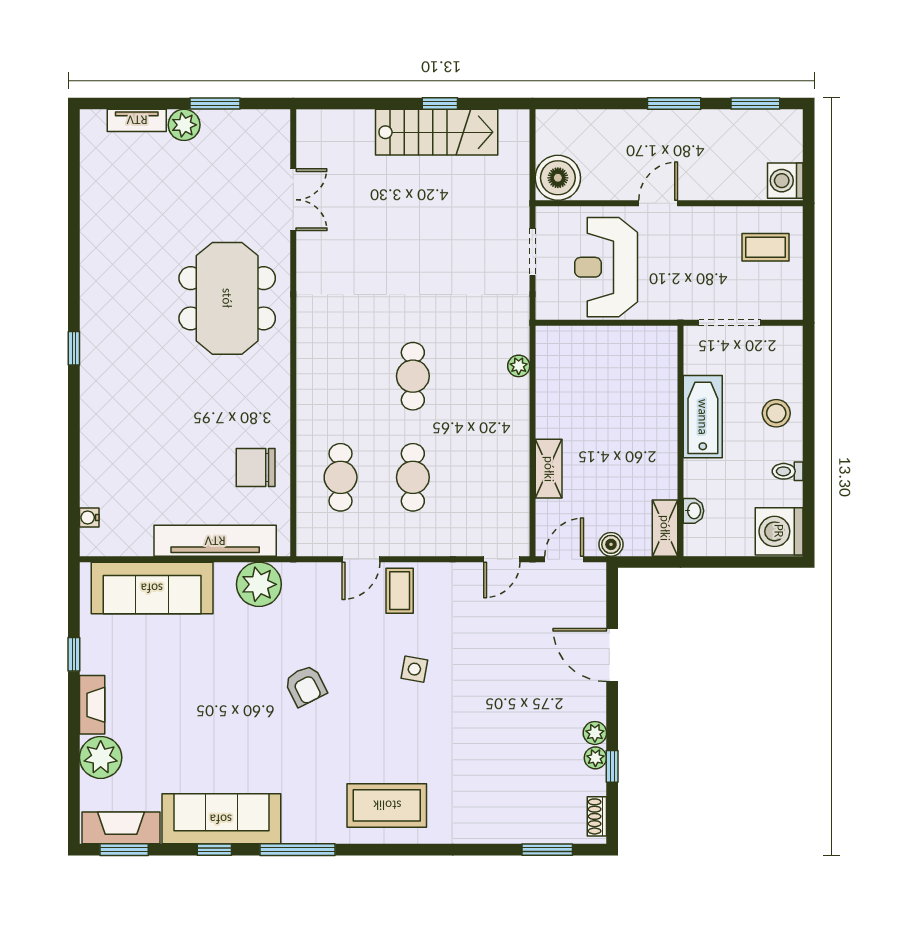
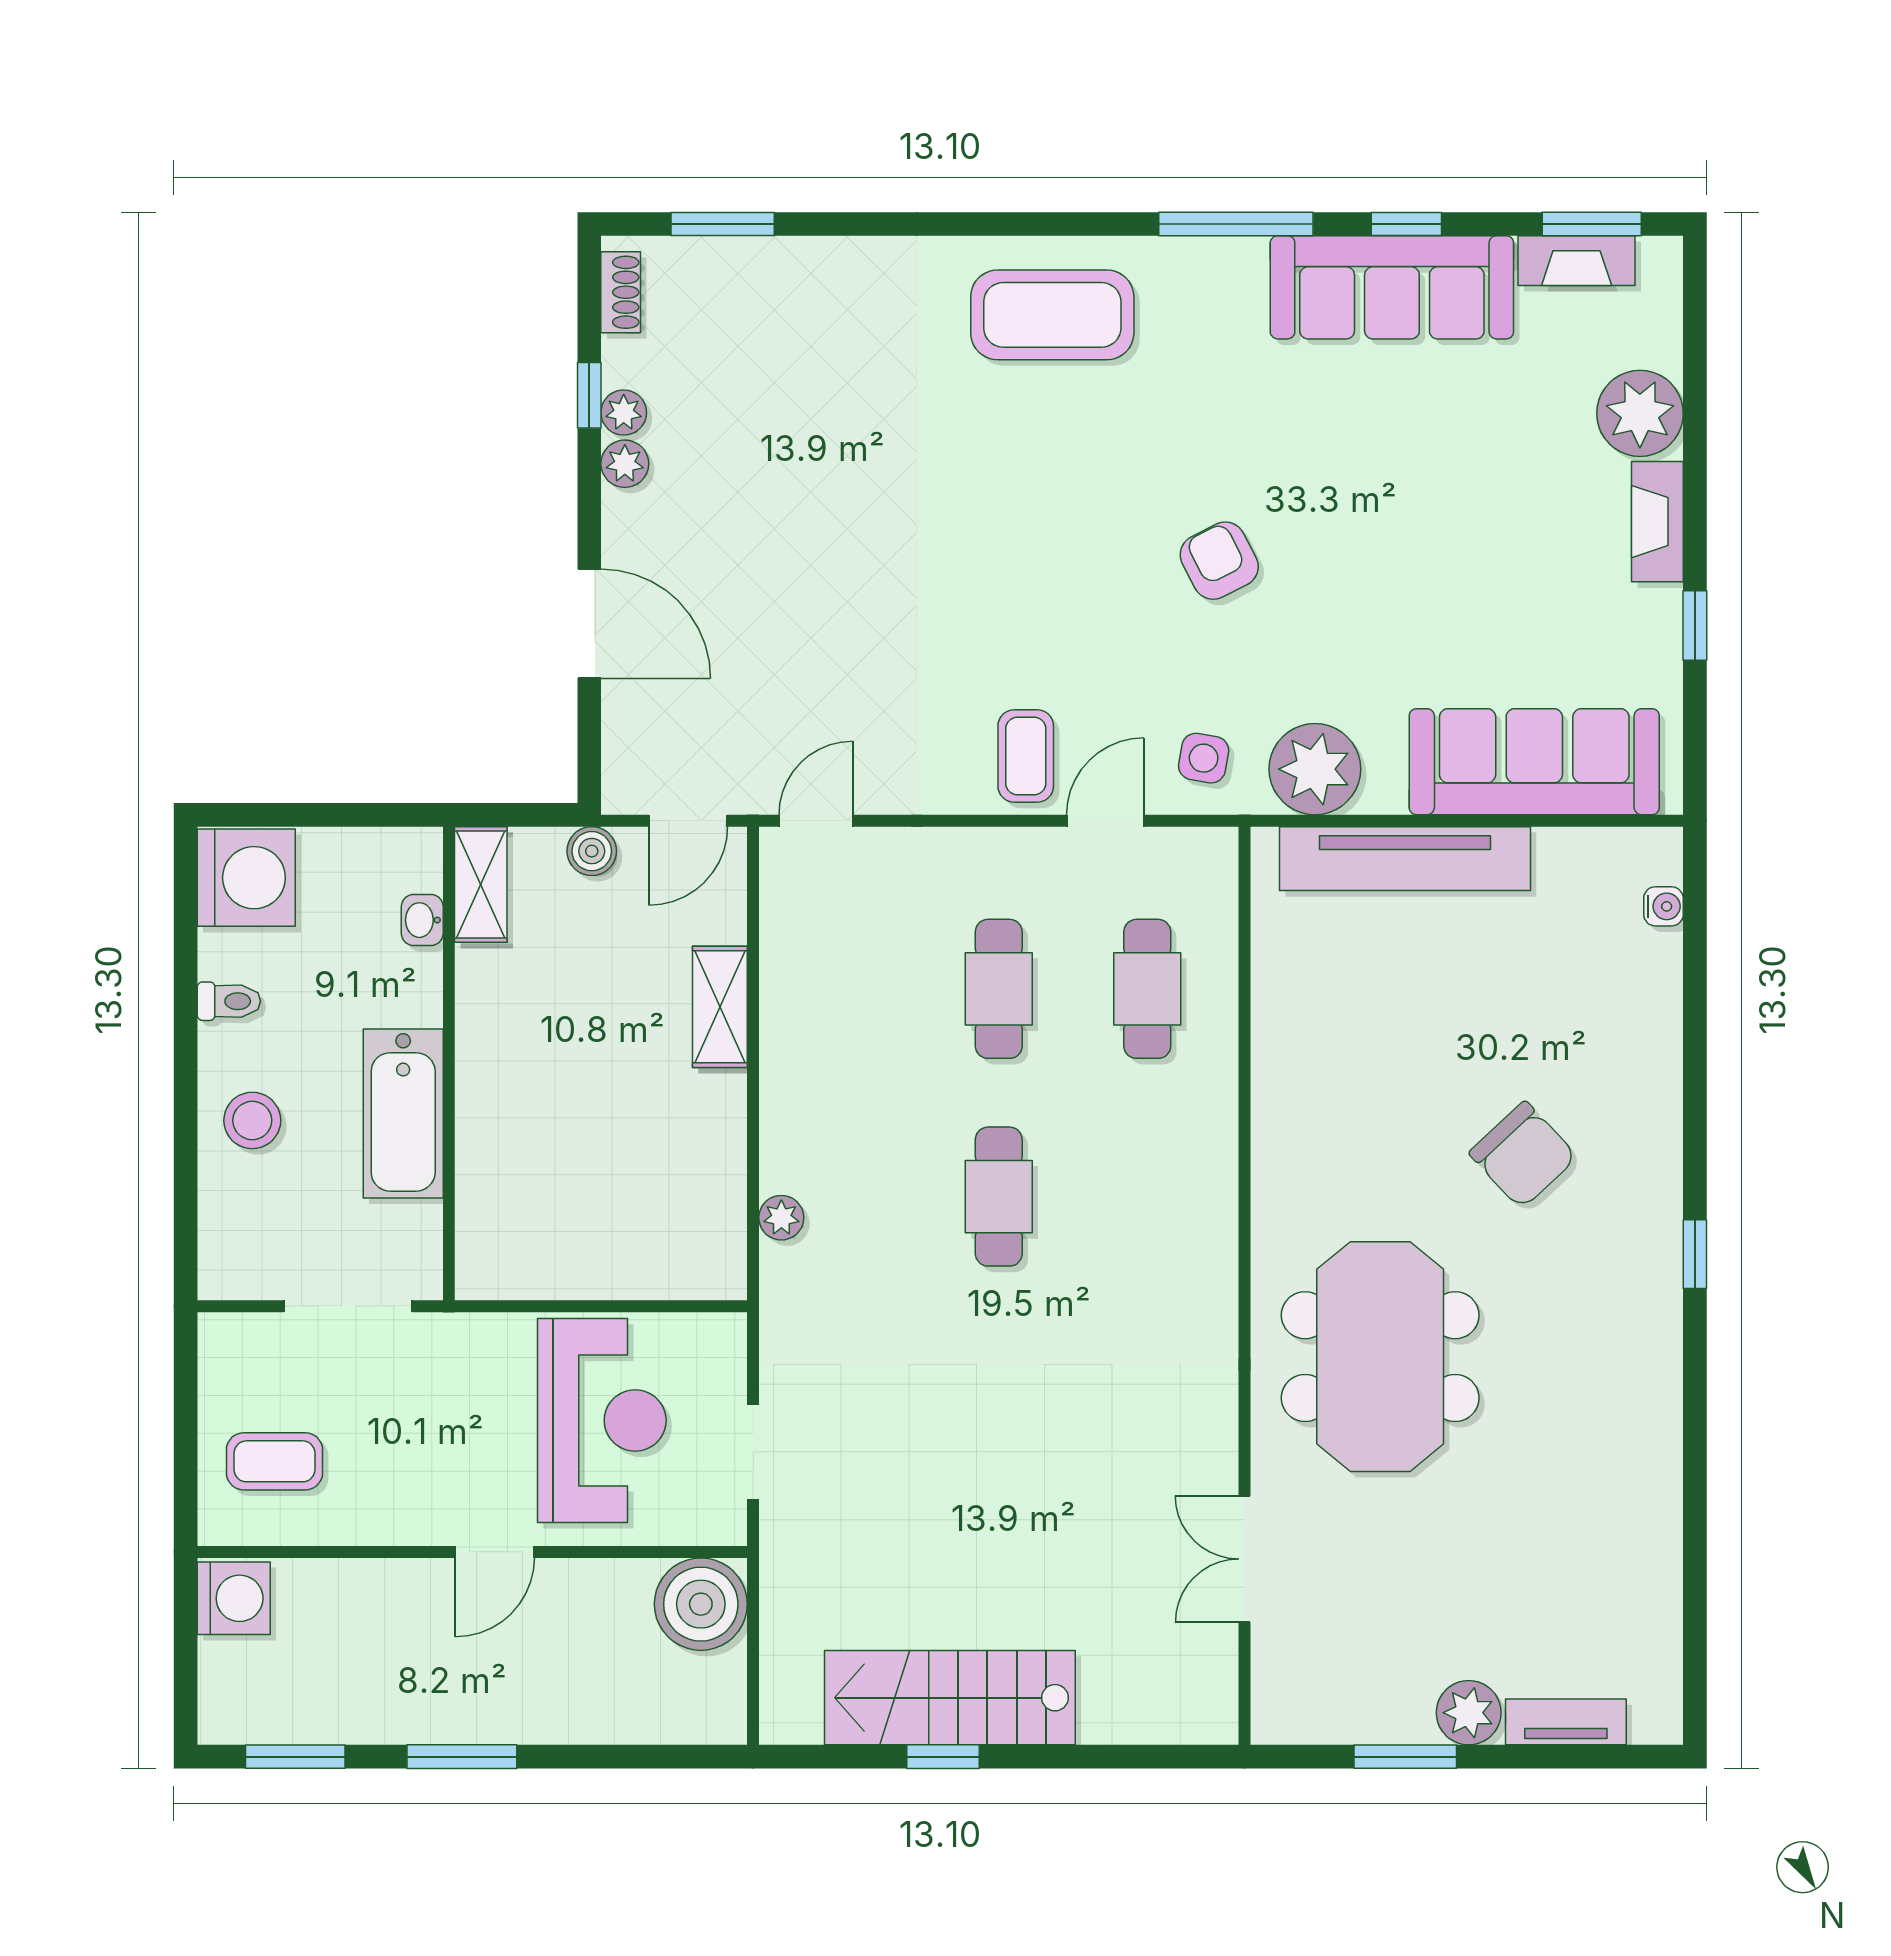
chair: (256, 467) -> (1523, 1155), moved, turned 47
side table: (414, 669) -> (1204, 758), moved
fireplace: (121, 828) -> (1577, 261), width x0.73, depth x0.76

